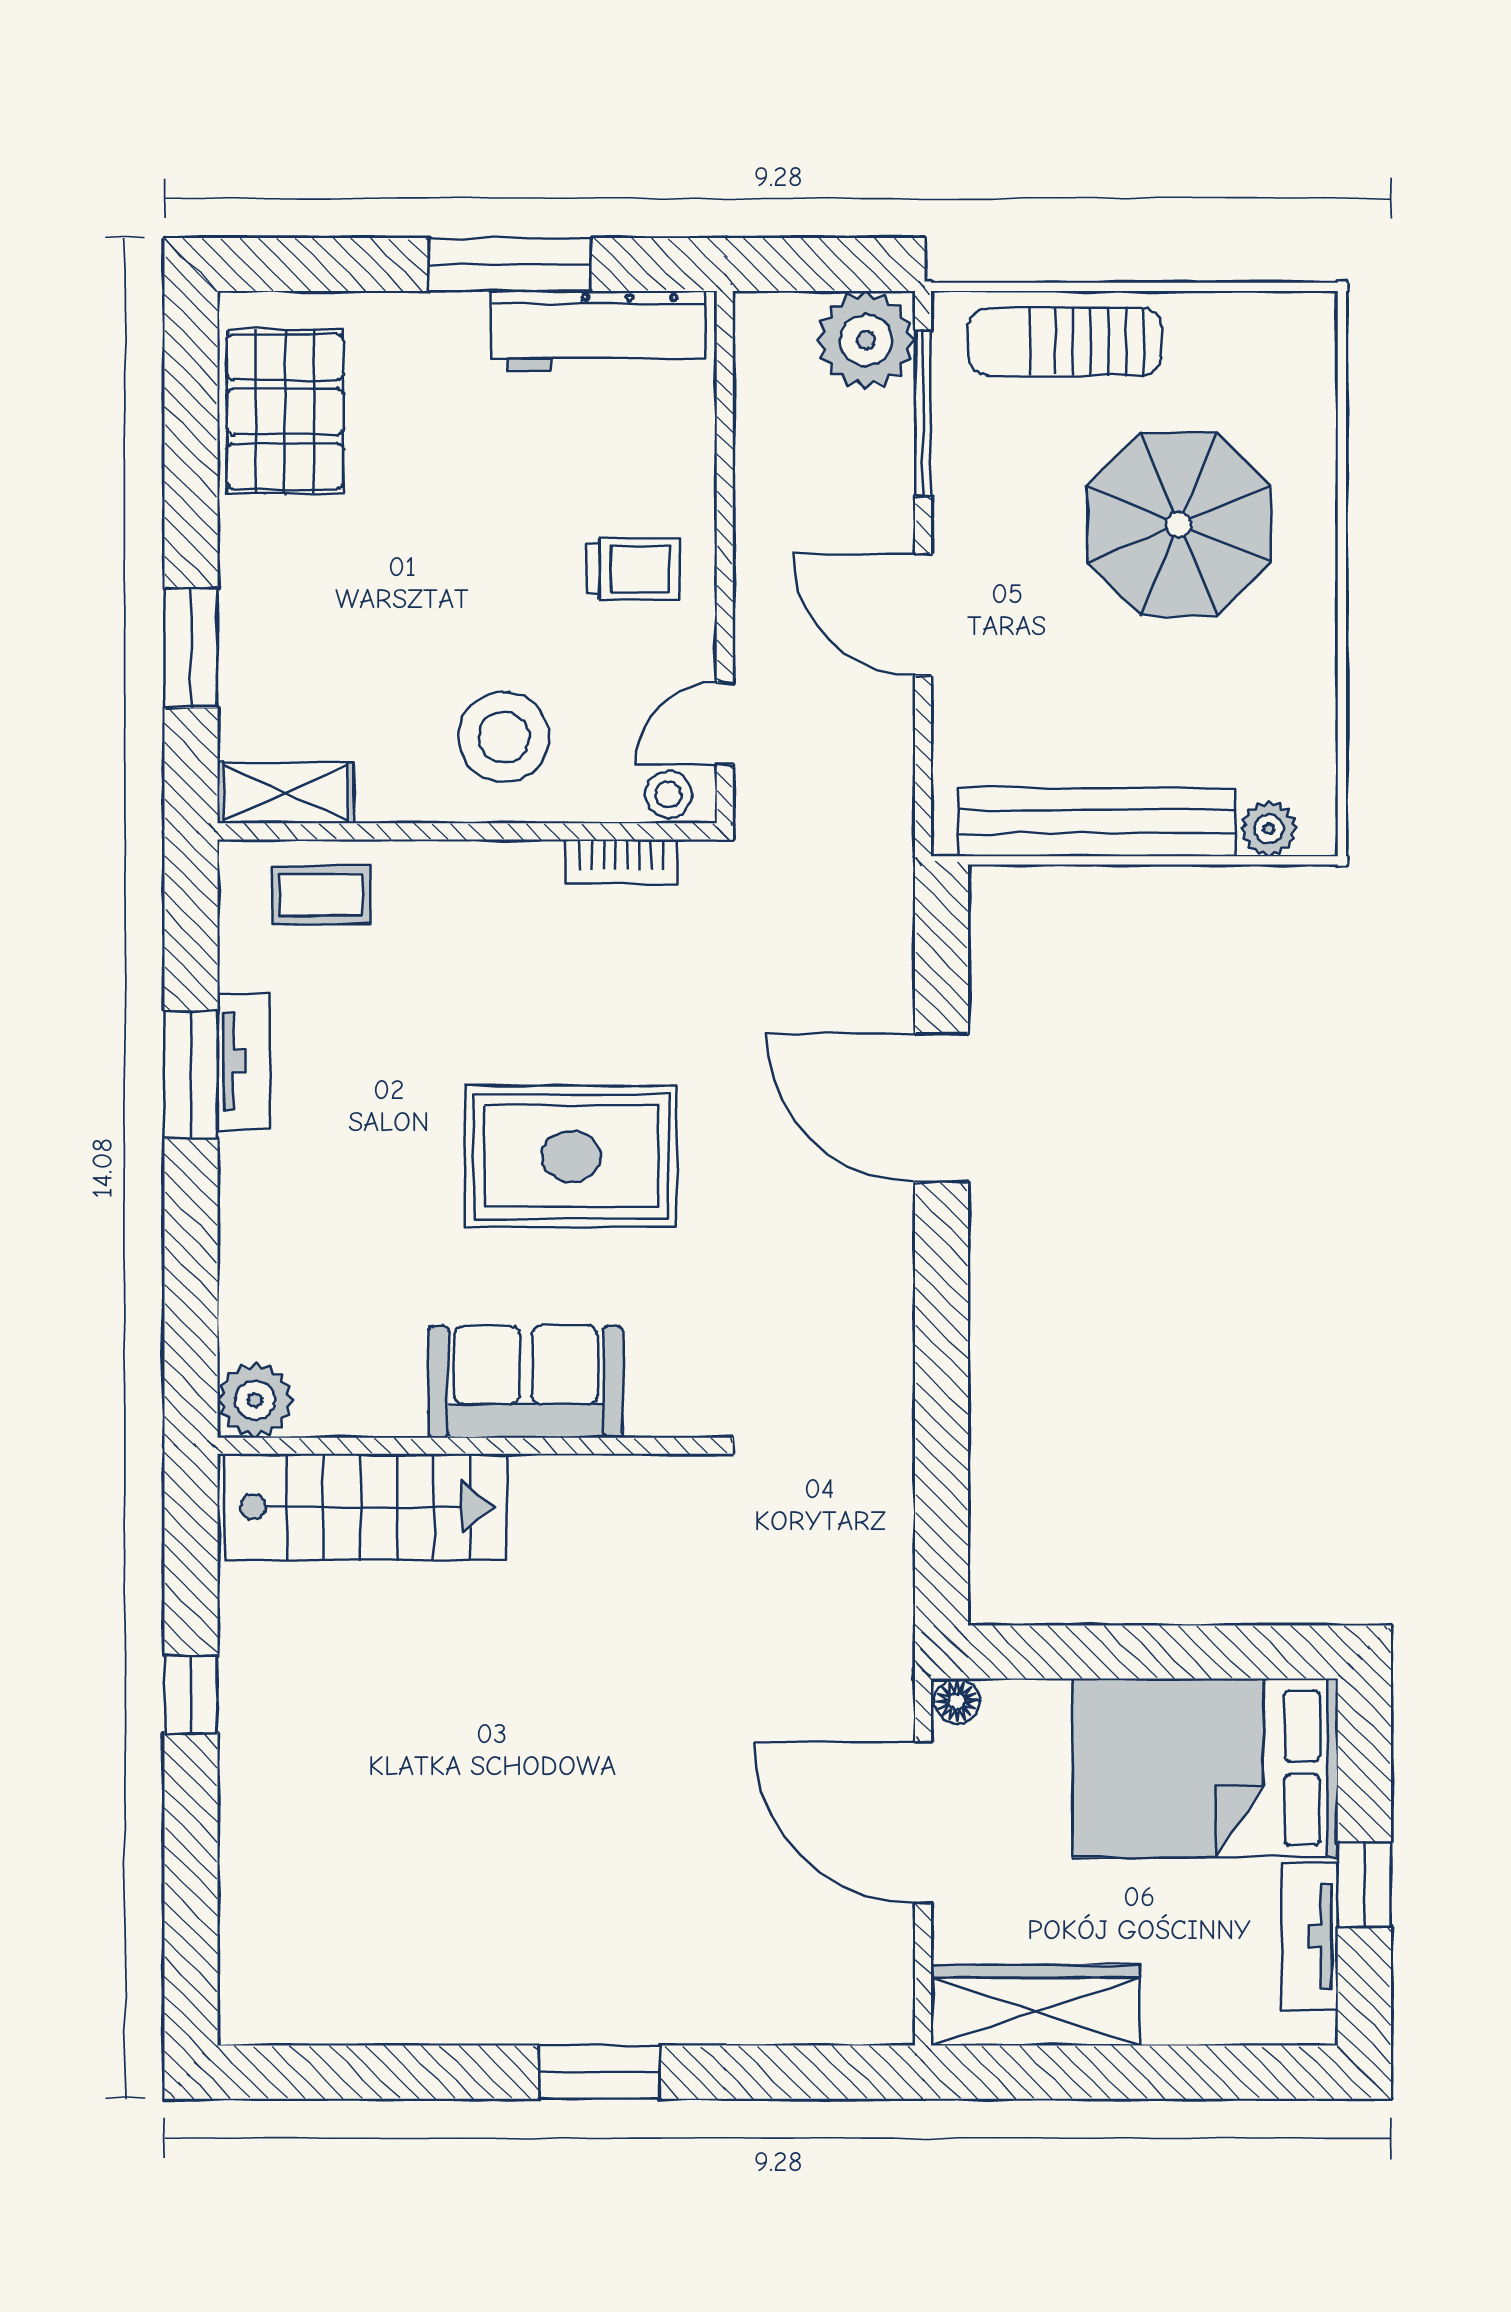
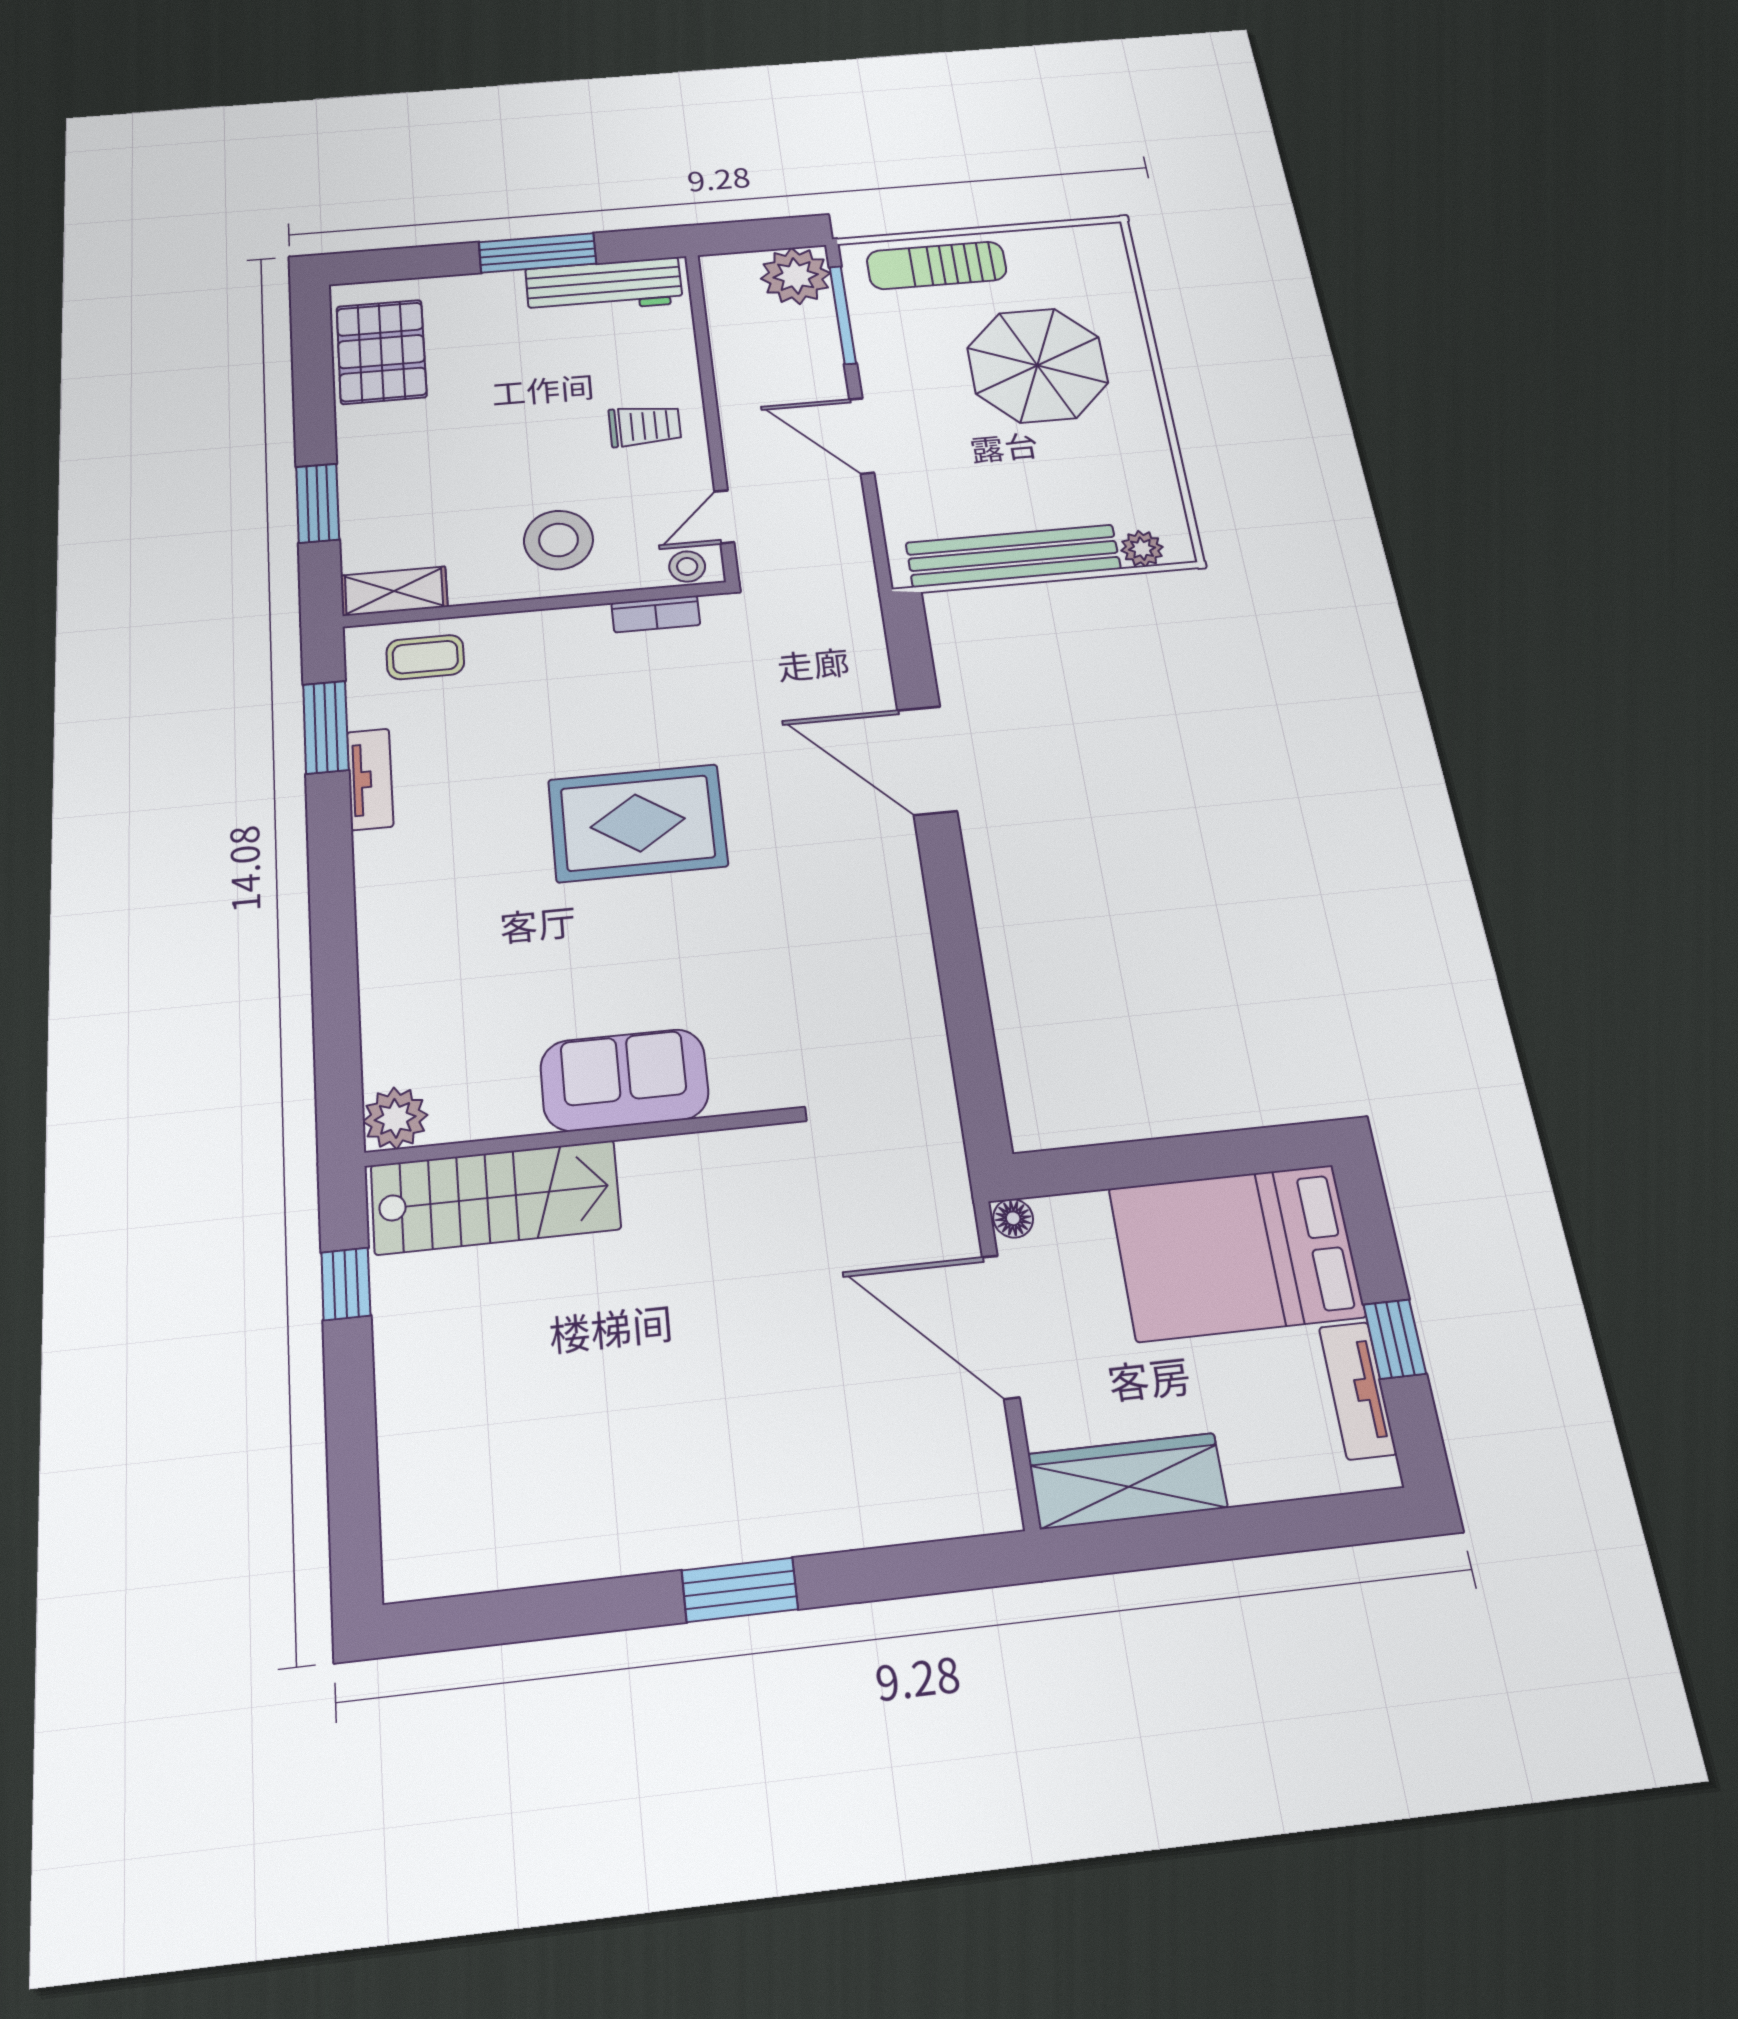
window: (191, 1075) -> (326, 727), moved
sofa: (526, 1382) -> (624, 1080), moved
plant: (255, 1400) -> (395, 1118), moved
wall: (467, 1446) -> (579, 1137), moved
stairs: (366, 1507) -> (495, 1197), moved

